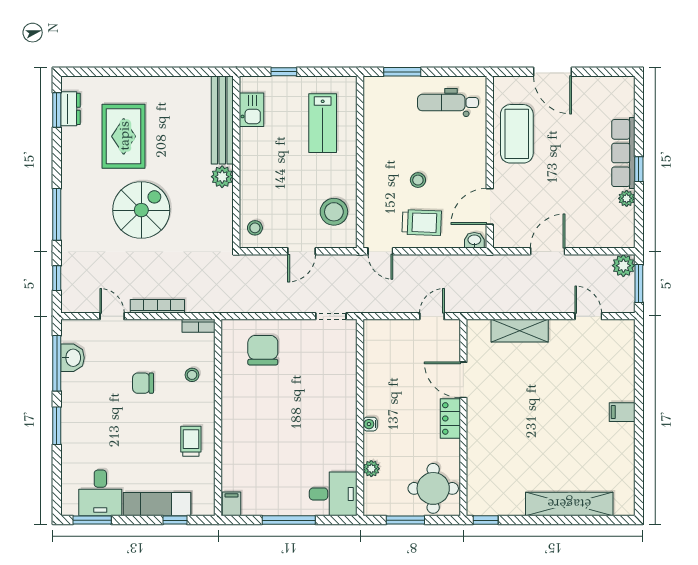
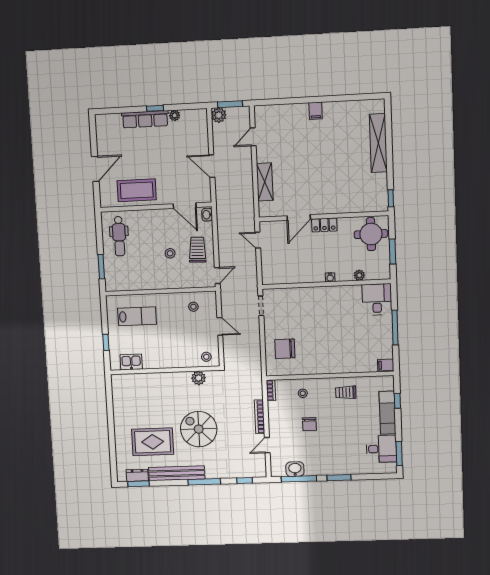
bench: (222, 120) -> (177, 473), moved
plant: (222, 177) -> (199, 378), moved
stool: (334, 212) -> (193, 307), width x0.53, depth x0.53

